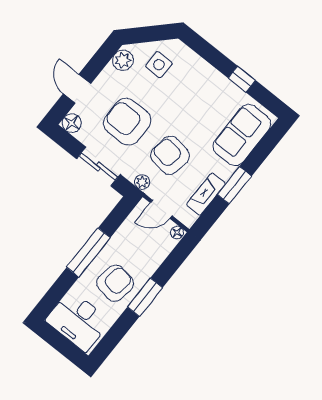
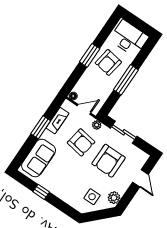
armchair: (127, 122) -> (109, 161), turned 90
floor lamp: (72, 123) -> (142, 157), removed

